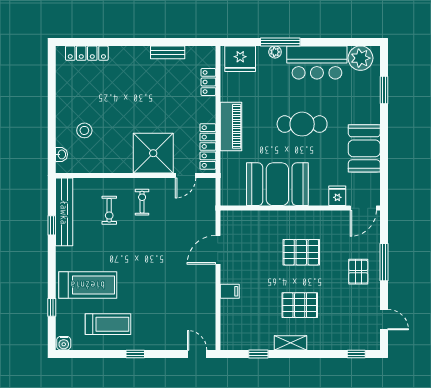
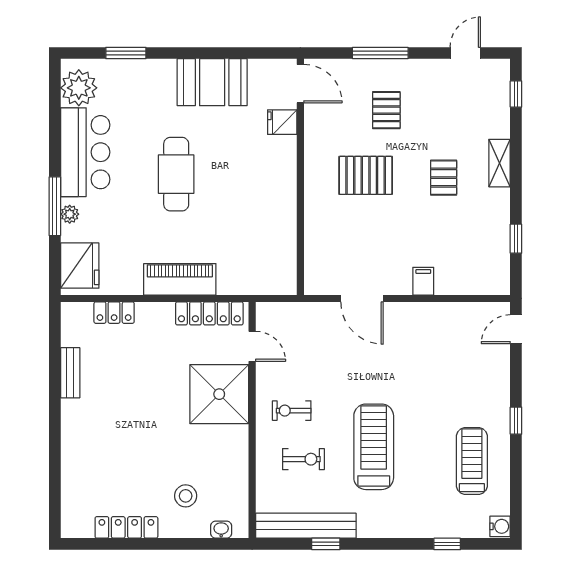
locker: (87, 53) -> (126, 527), moved, turned -90
booth: (277, 184) -> (265, 211), removed
pallet: (301, 252) -> (366, 175), turned 90
pallet: (358, 272) -> (386, 110), moved, turned 90
treadmill: (88, 285) -> (374, 447), moved
pallet: (300, 305) -> (444, 178), width x0.67, depth x0.71
shelving: (291, 343) -> (500, 163), moved

